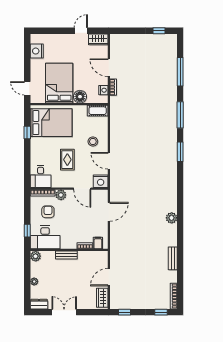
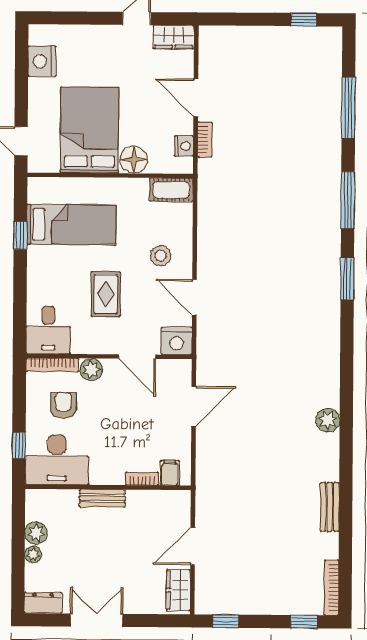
bed: (51, 123) -> (71, 225), width x0.67
plant: (36, 256) -> (36, 533), moved

